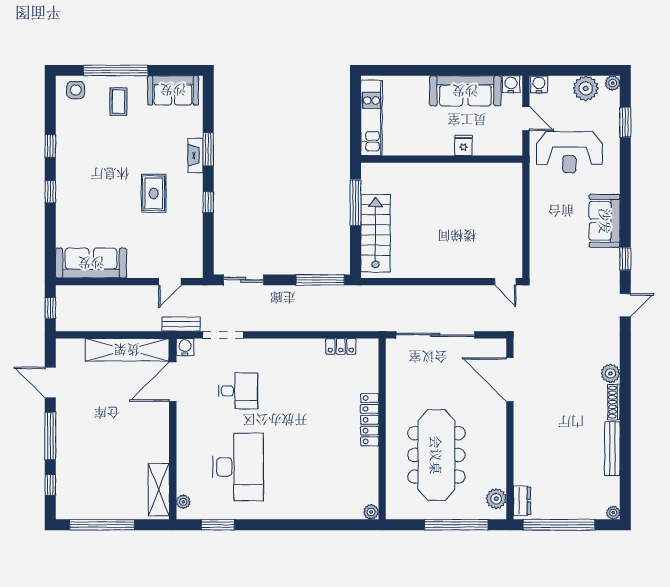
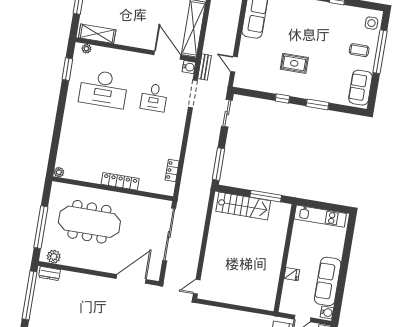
fireplace: (196, 155) -> (315, 95), removed

